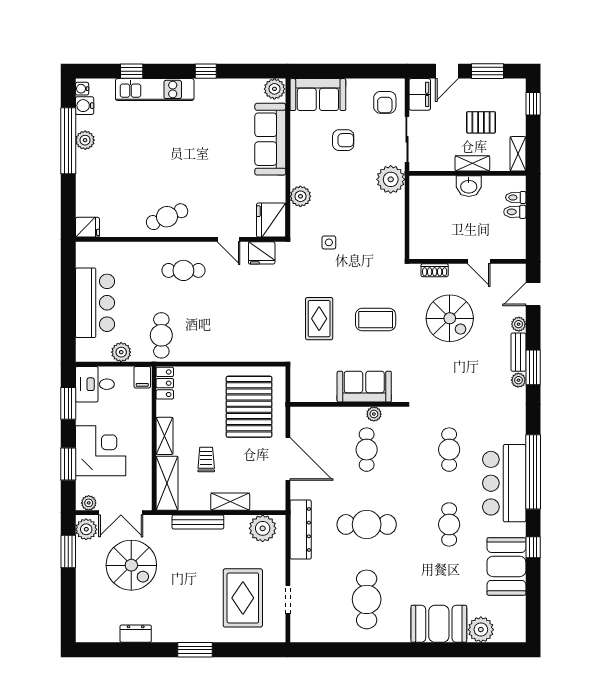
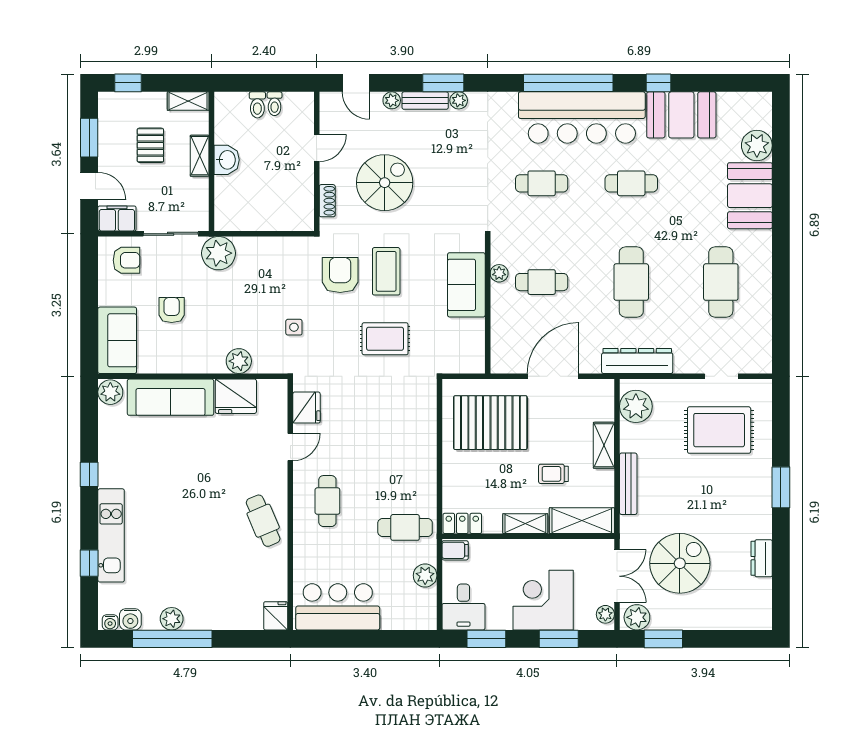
toilet: (516, 197) -> (275, 104), moved
fridge: (271, 220) -> (236, 396), moved
armchair: (372, 281) -> (340, 275), added
bar counter: (95, 303) -> (338, 607), moved
bar counter: (504, 483) -> (582, 117), width x1.36
cafe table: (367, 599) -> (721, 282), turned 90

